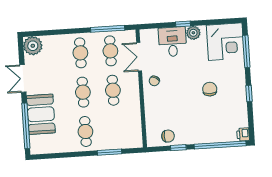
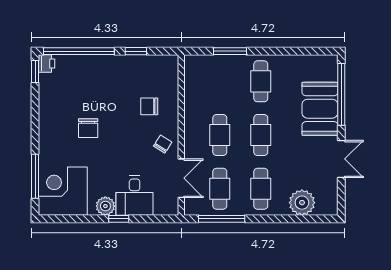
plant: (33, 46) -> (302, 203), moved
window: (249, 93) -> (35, 72), moved
chair: (168, 136) -> (149, 106), moved

